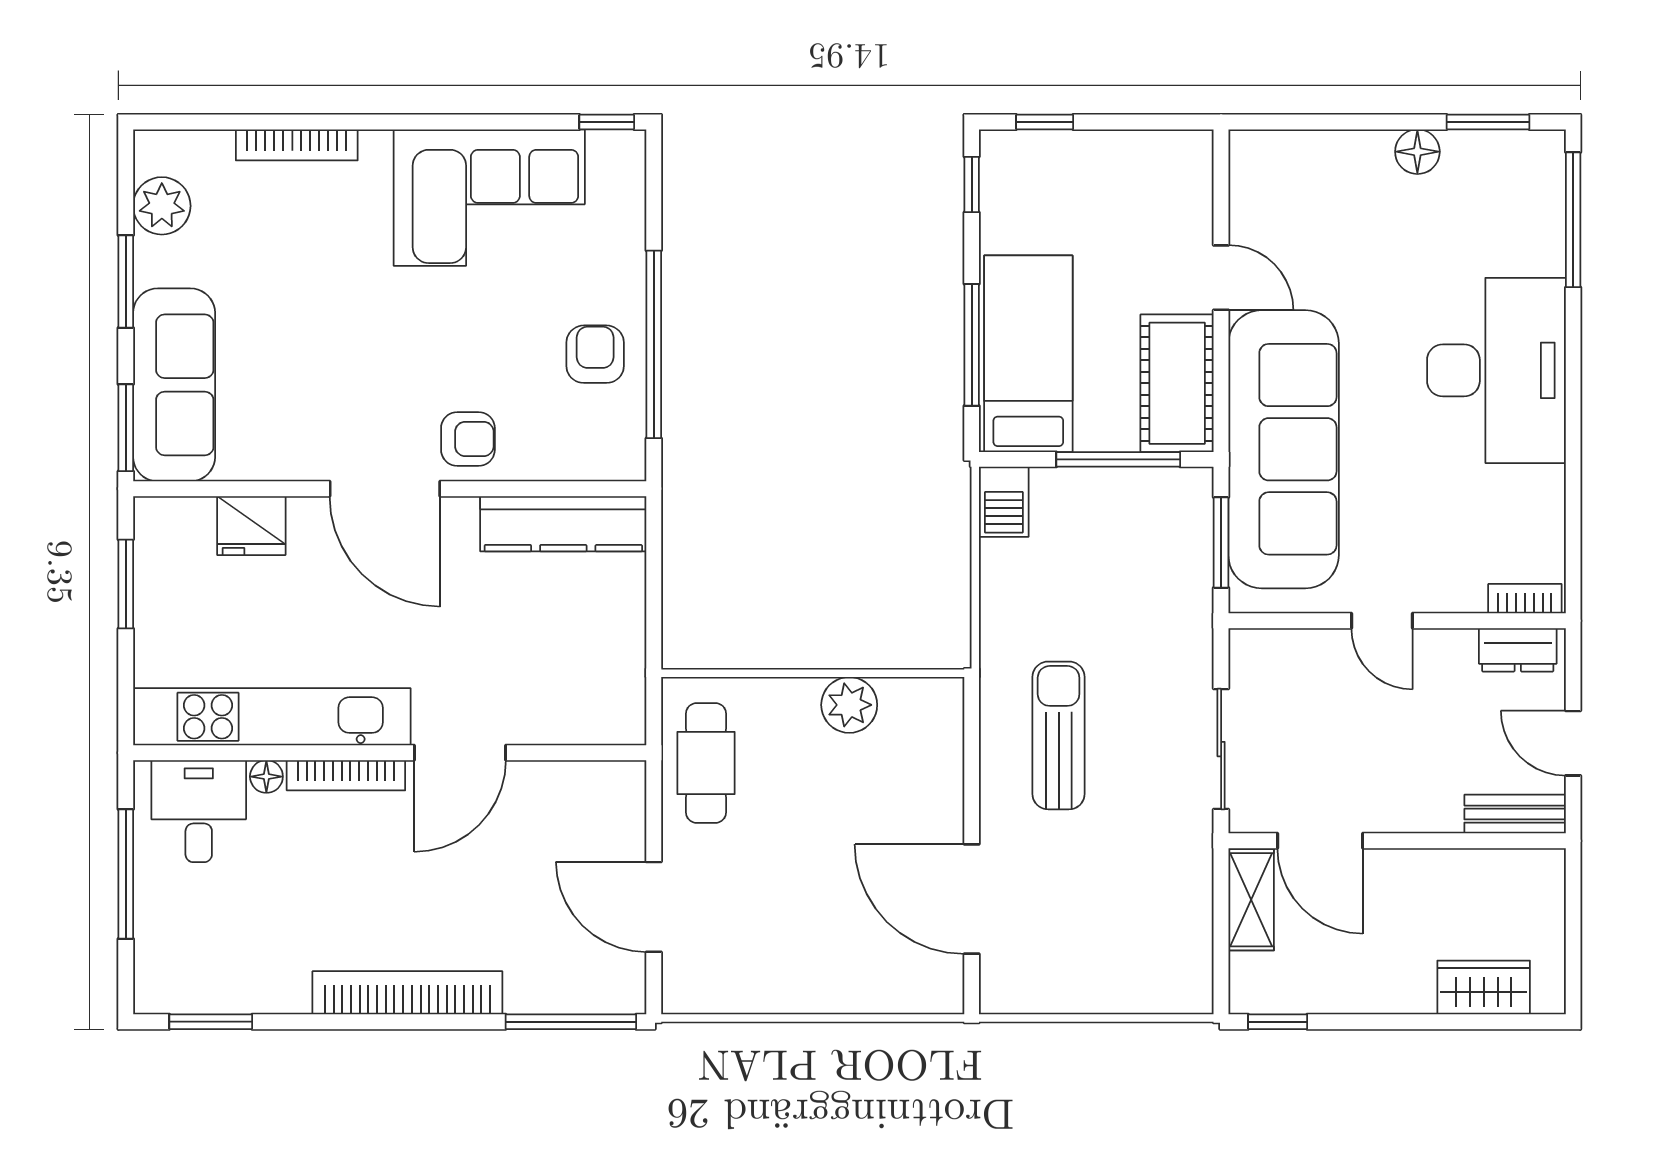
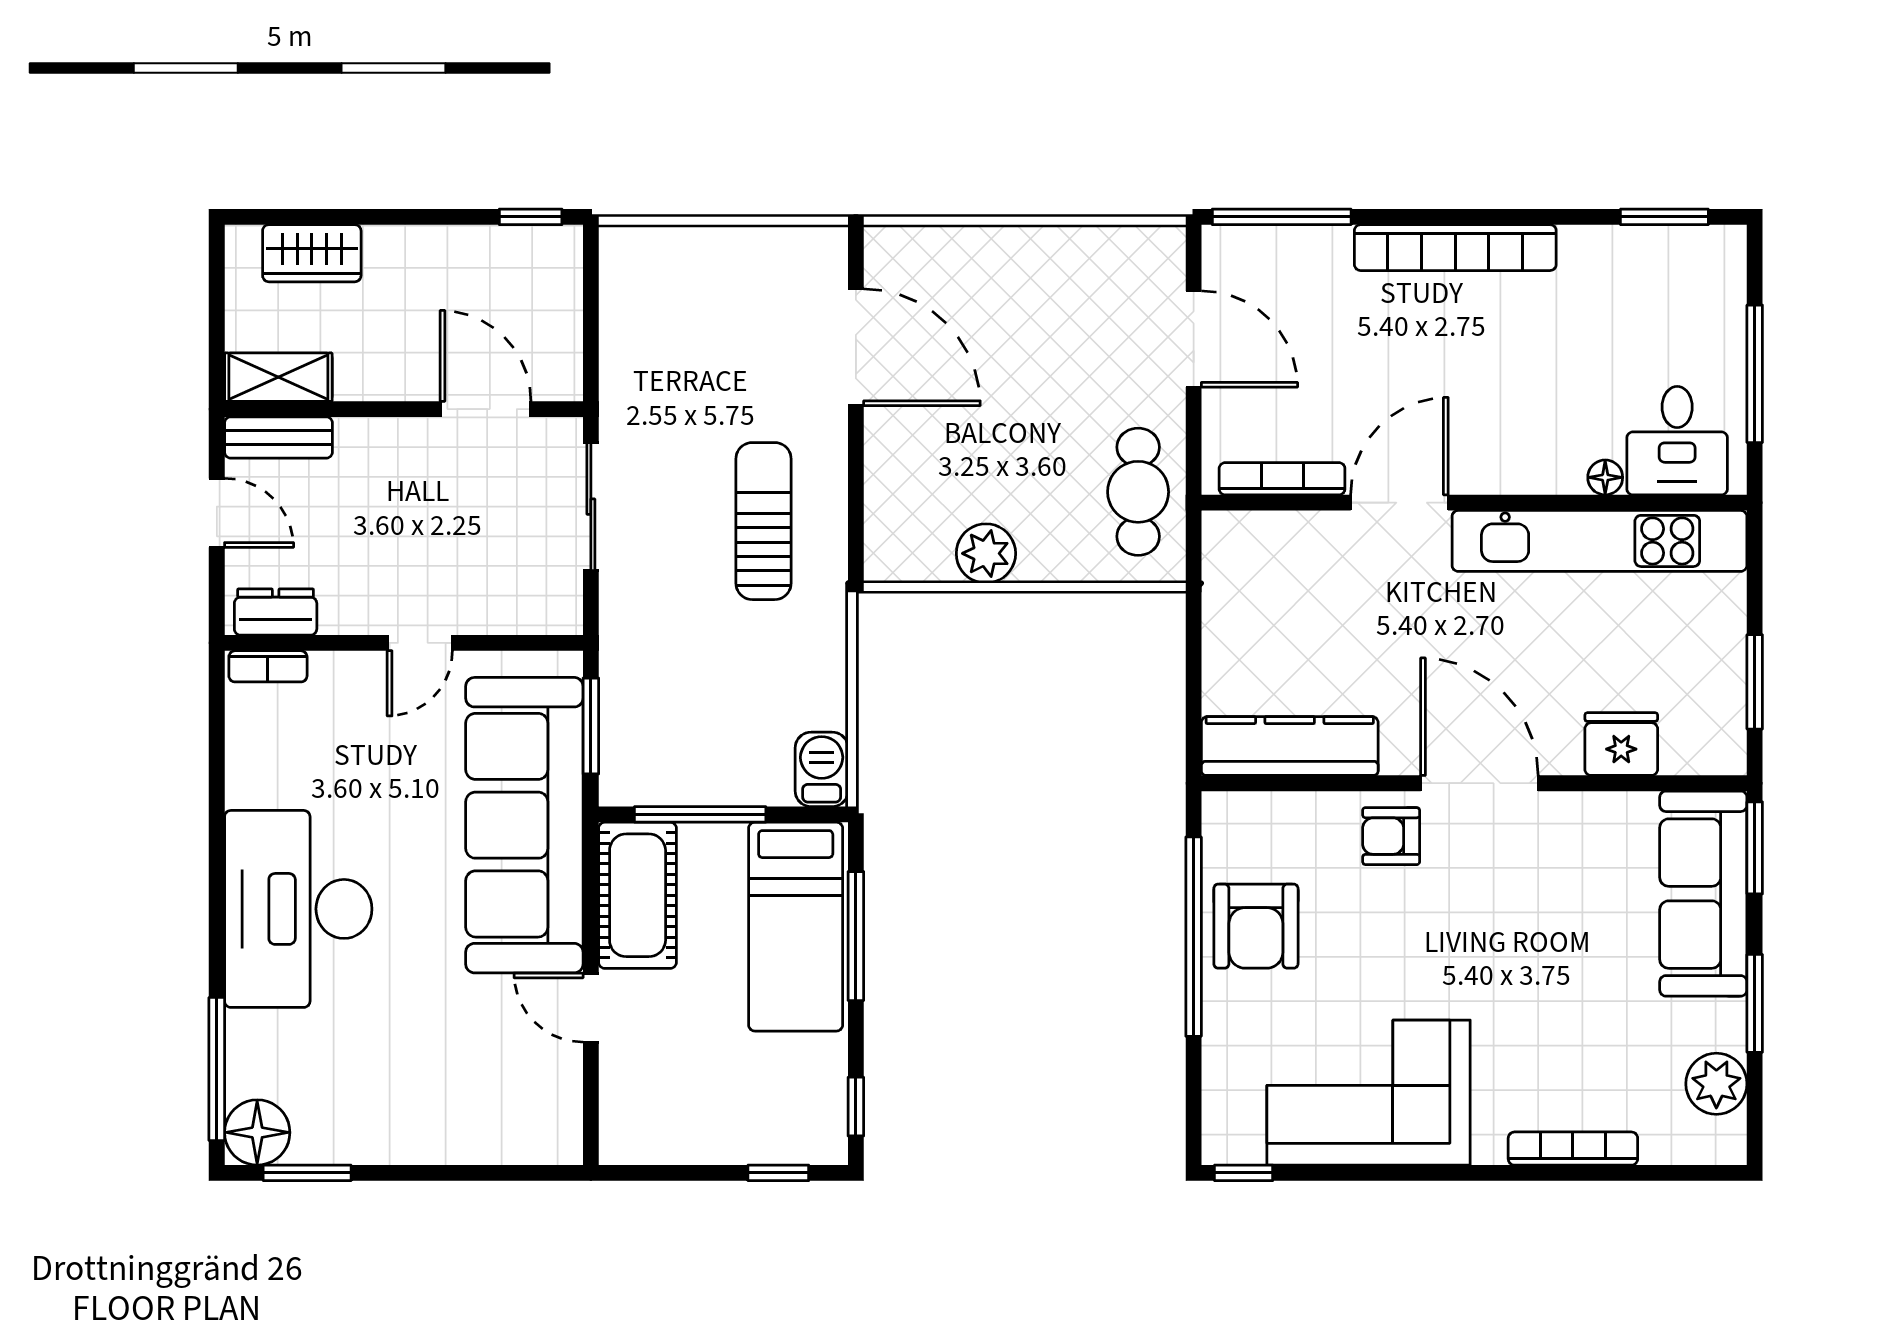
floor lamp: (1417, 152) -> (257, 1132), moved, width x1.38, depth x1.38
armchair: (595, 354) -> (1256, 926), width x1.38, depth x1.38
door: (1382, 621) -> (420, 643), swing flipped
sun lounger: (1059, 735) -> (764, 521), turned 180
bookcase: (346, 775) -> (1282, 479), moved
shelving: (1251, 900) -> (278, 377), moved, turned 90

